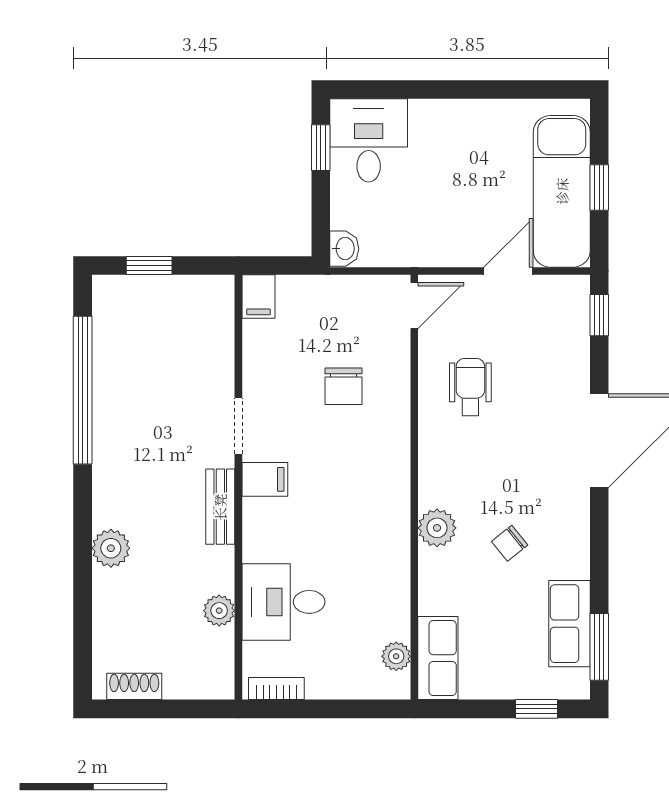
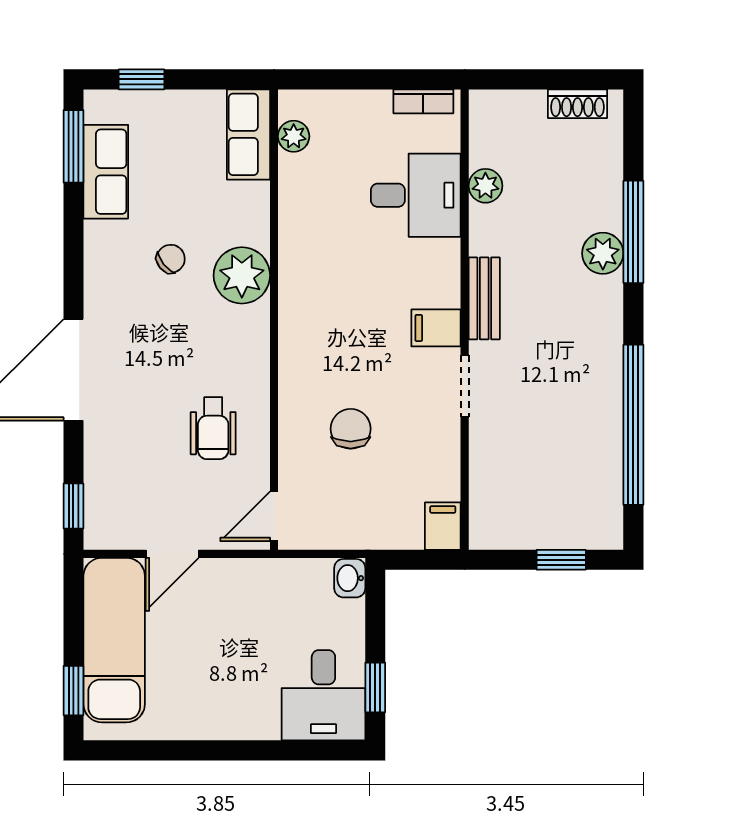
window: (599, 187) -> (73, 691), moved
plant: (437, 528) -> (242, 275), width x1.36, depth x1.36
window: (83, 568) -> (633, 232), added

